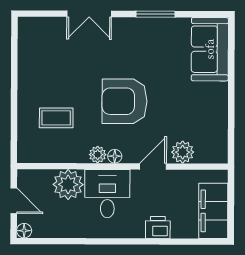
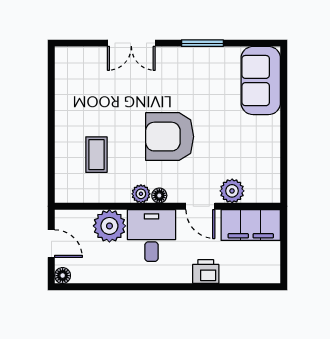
coffee table: (56, 118) -> (96, 155), turned 90
door: (153, 166) -> (200, 206), swing flipped
filing cabinet: (213, 211) -> (251, 225), moved, turned -90

